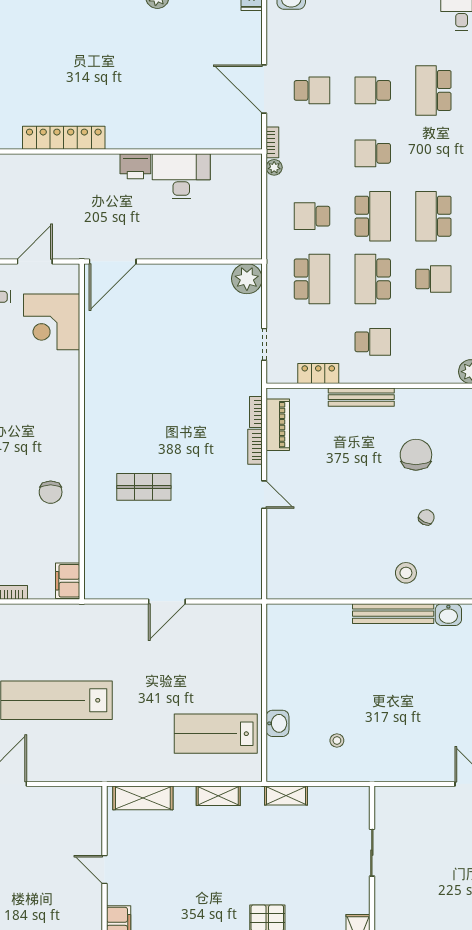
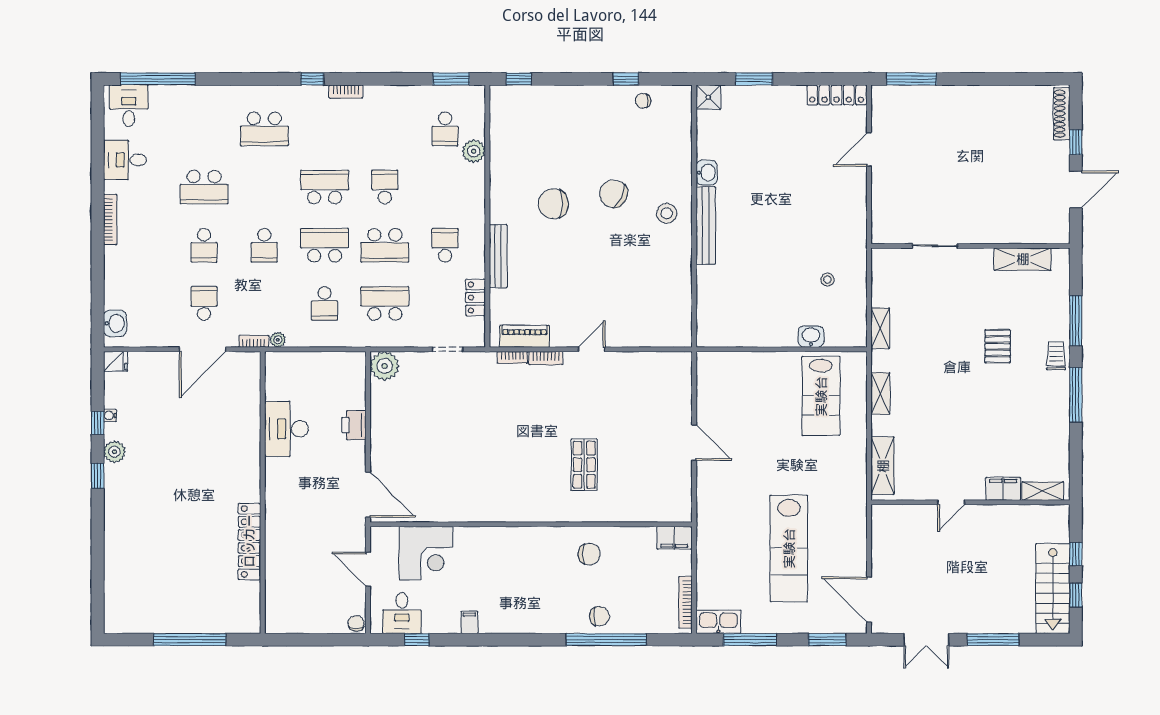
printer: (135, 166) -> (354, 425), moved, turned 180
school desk: (433, 216) -> (325, 187), turned 180
chair: (426, 517) -> (613, 194), width x1.87, depth x1.87

